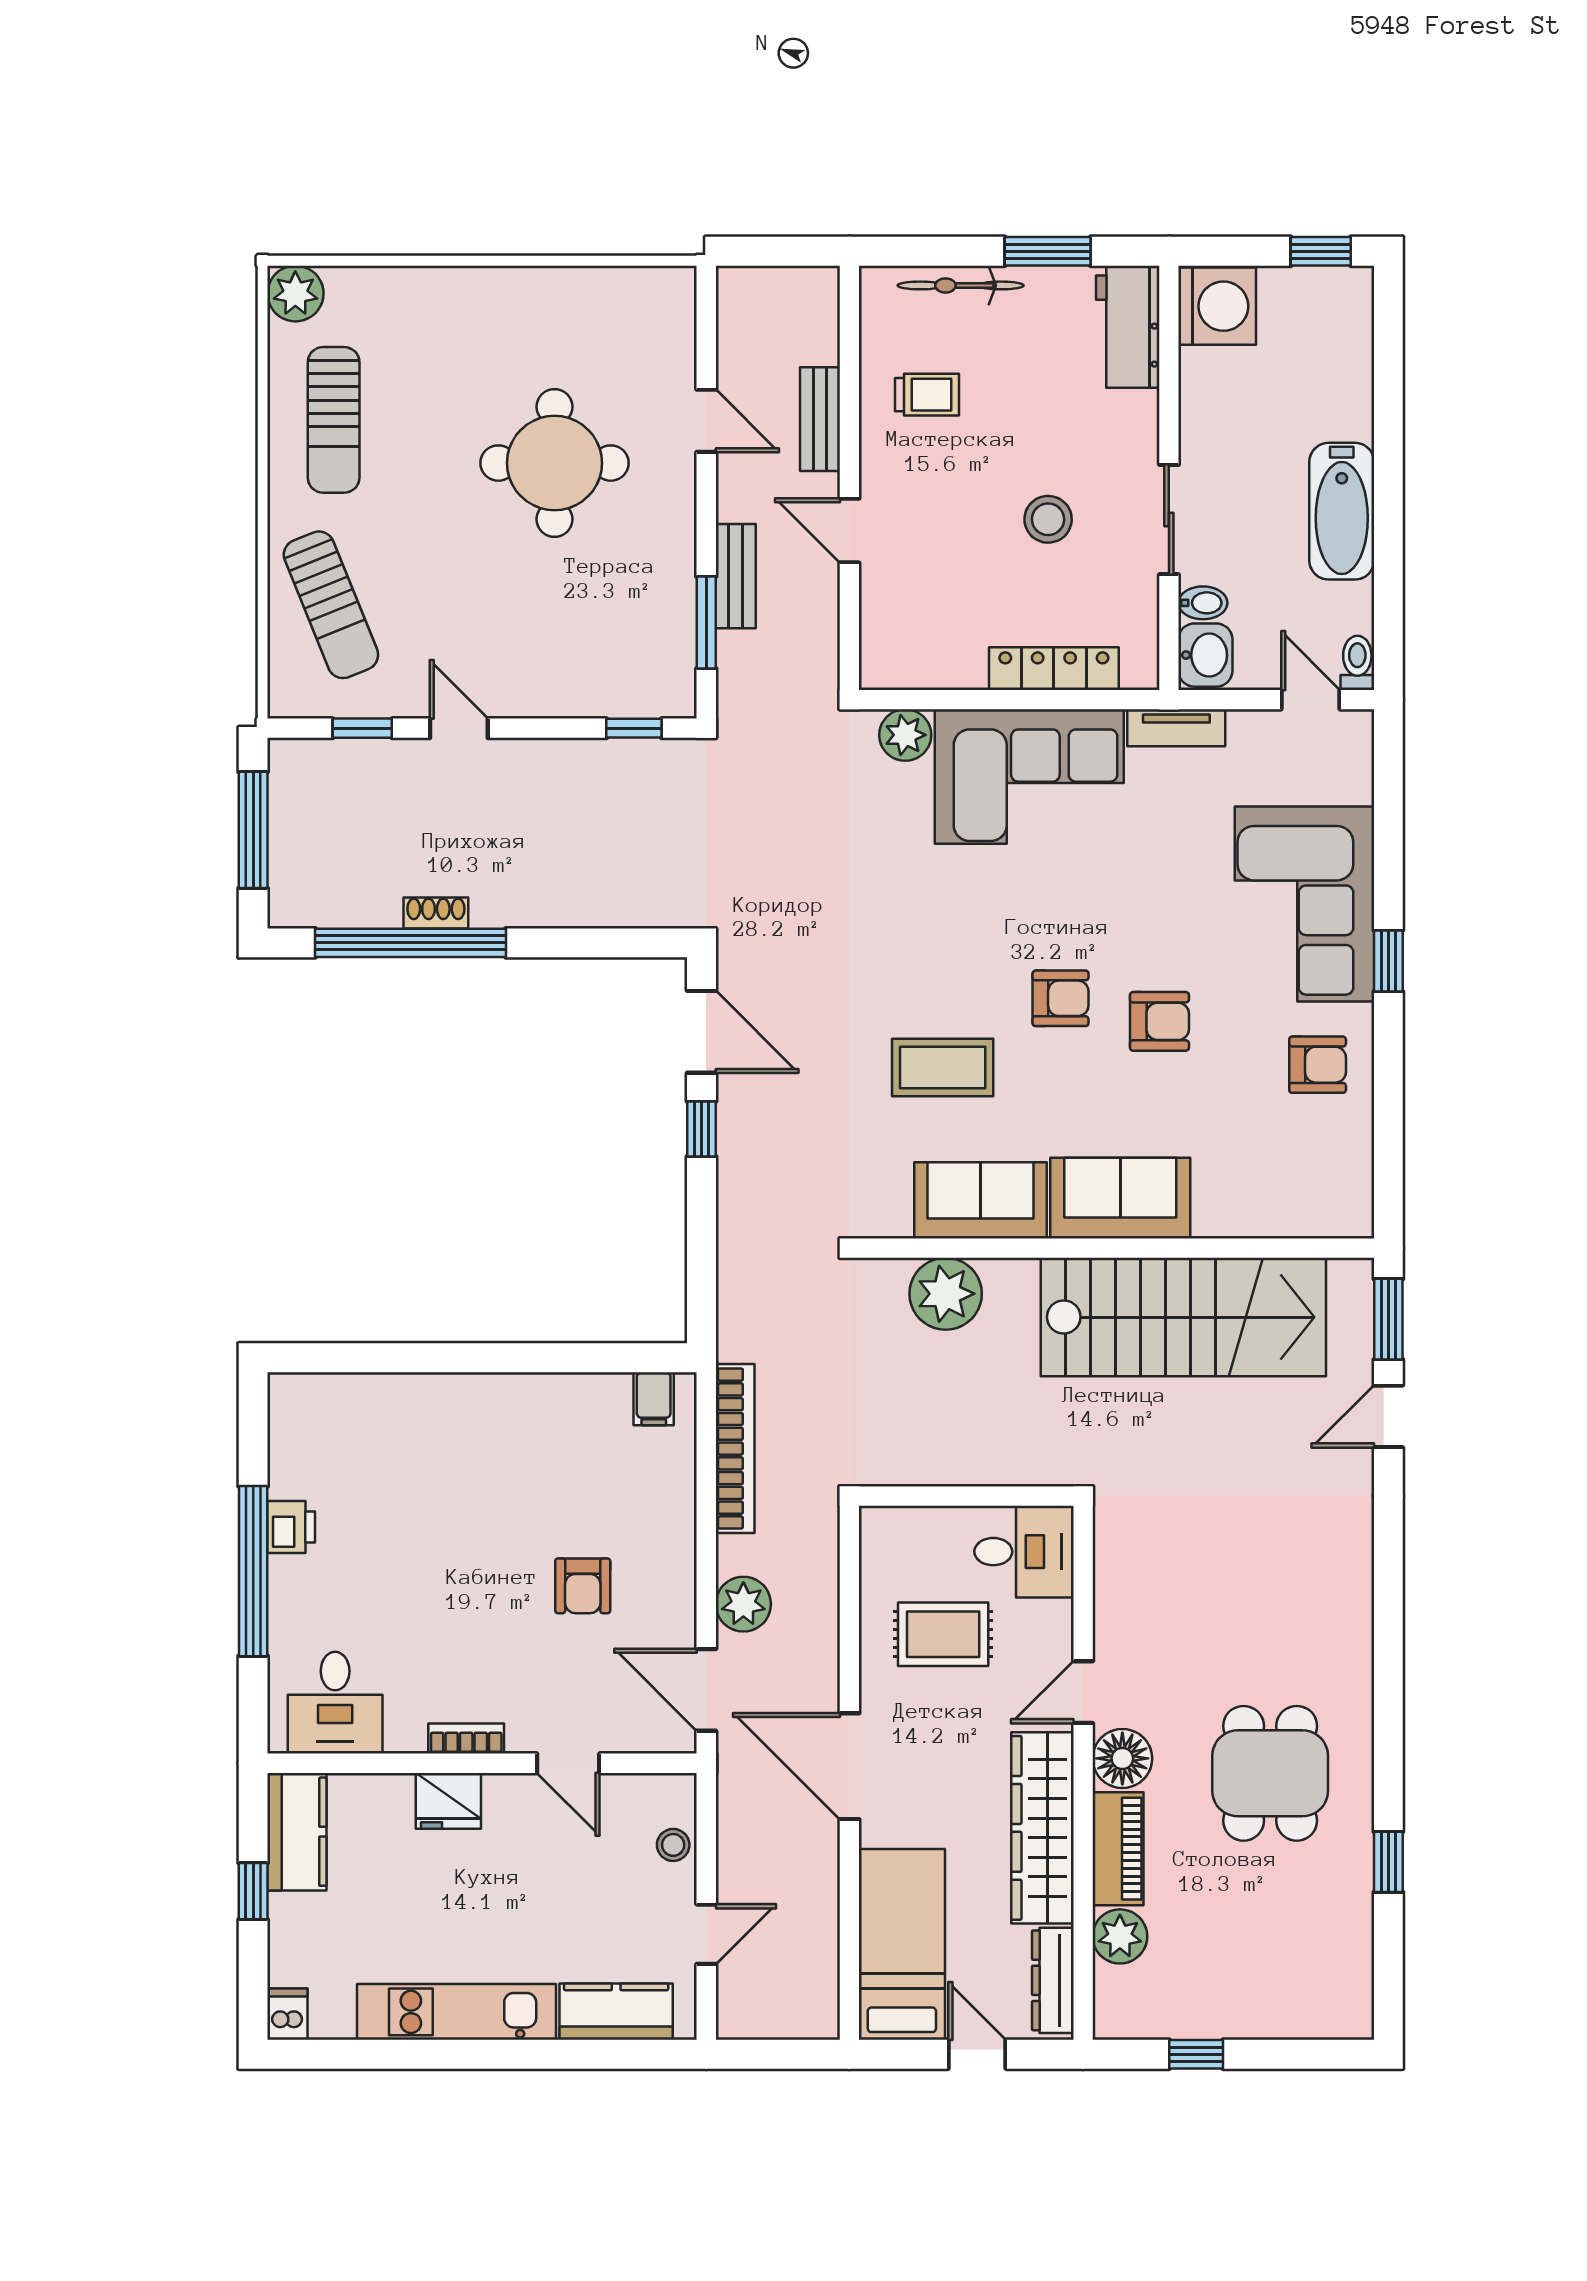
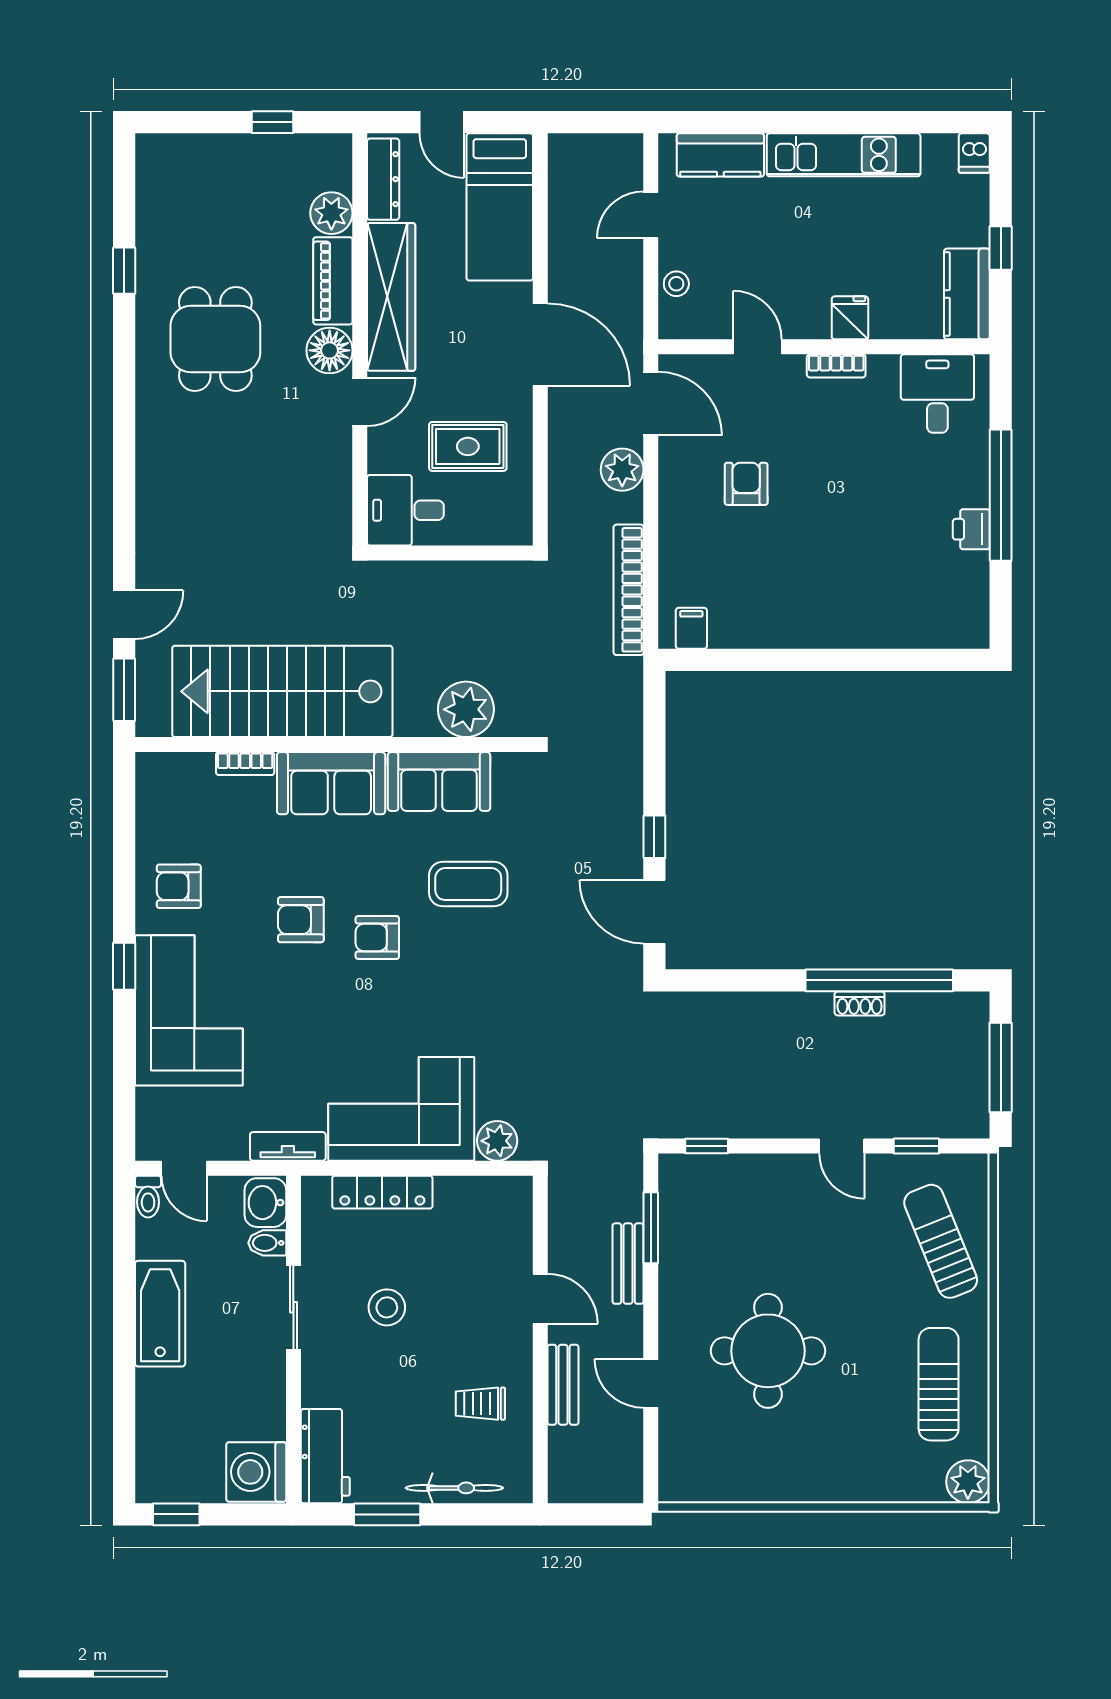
bookcase: (1232, 1224) -> (245, 764), added
fridge: (448, 1801) -> (850, 318), width x0.72

